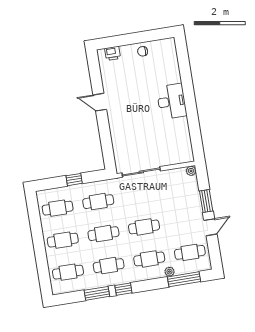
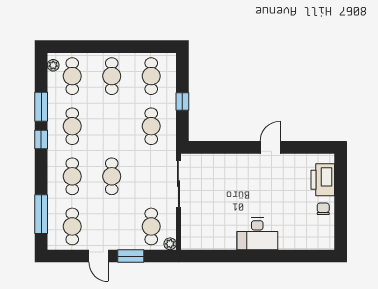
printer: (113, 53) -> (323, 180), width x1.87, depth x1.48
cafe table: (103, 234) -> (151, 226), moved
plant: (169, 272) -> (53, 65), moved

